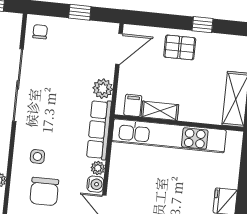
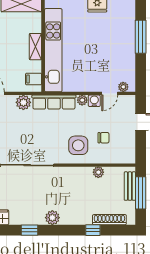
shelving: (160, 111) -> (35, 47), moved
side table: (37, 156) -> (78, 145), width x1.87, depth x1.87
chair: (44, 192) -> (103, 138), width x0.54, depth x0.54

